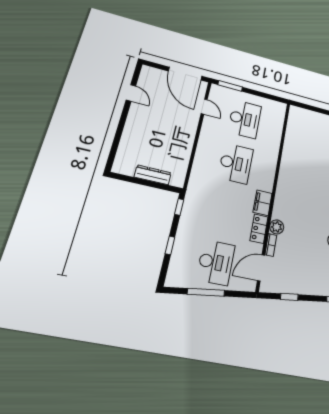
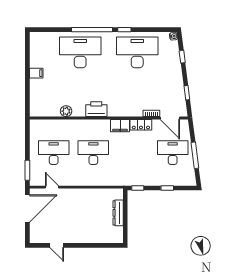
door: (131, 93) -> (57, 245), swing flipped
door: (204, 107) -> (52, 187), hinge flipped
printer: (287, 179) -> (96, 109), added
plant: (277, 227) -> (66, 111), moved

